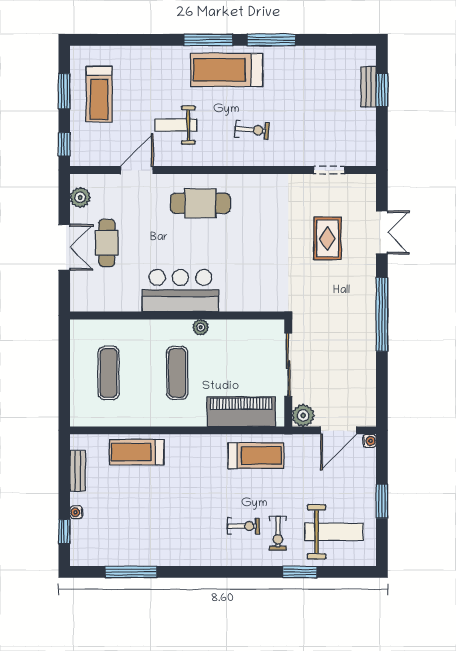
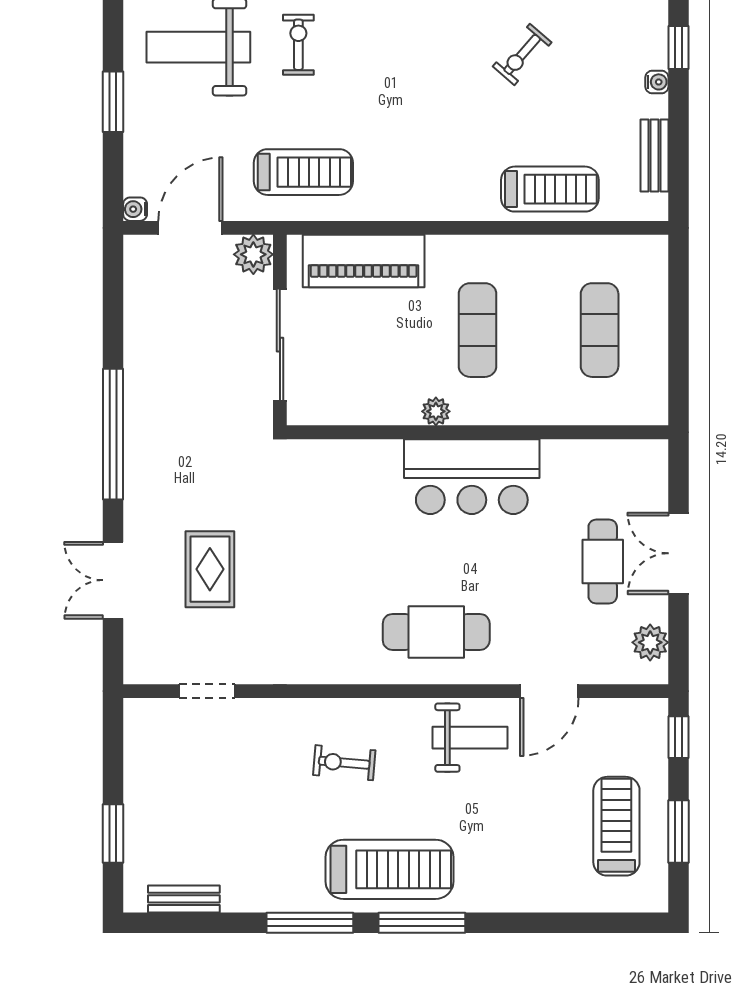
bench: (369, 87) -> (184, 899), moved, turned 90
weight bench: (176, 125) -> (470, 738), moved
treadmill: (256, 456) -> (303, 172), moved, turned 180
exercise bike: (243, 526) -> (522, 54), moved, turned -49

